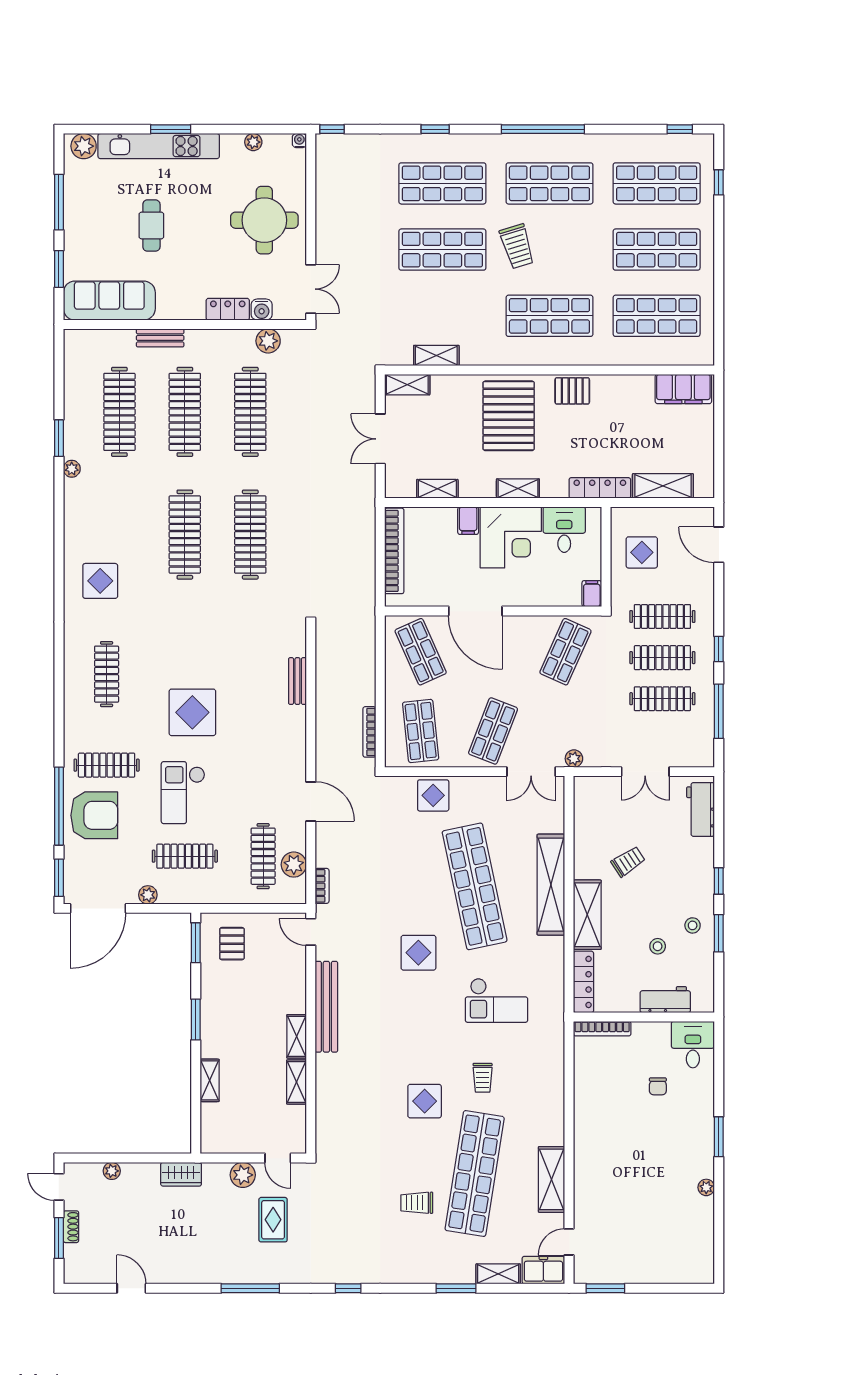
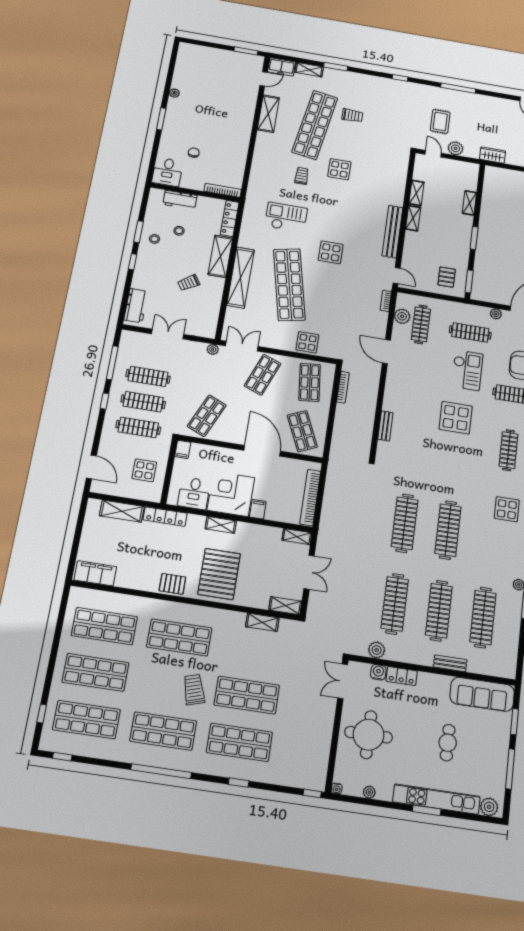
shelving: (437, 489) -> (297, 537), moved

